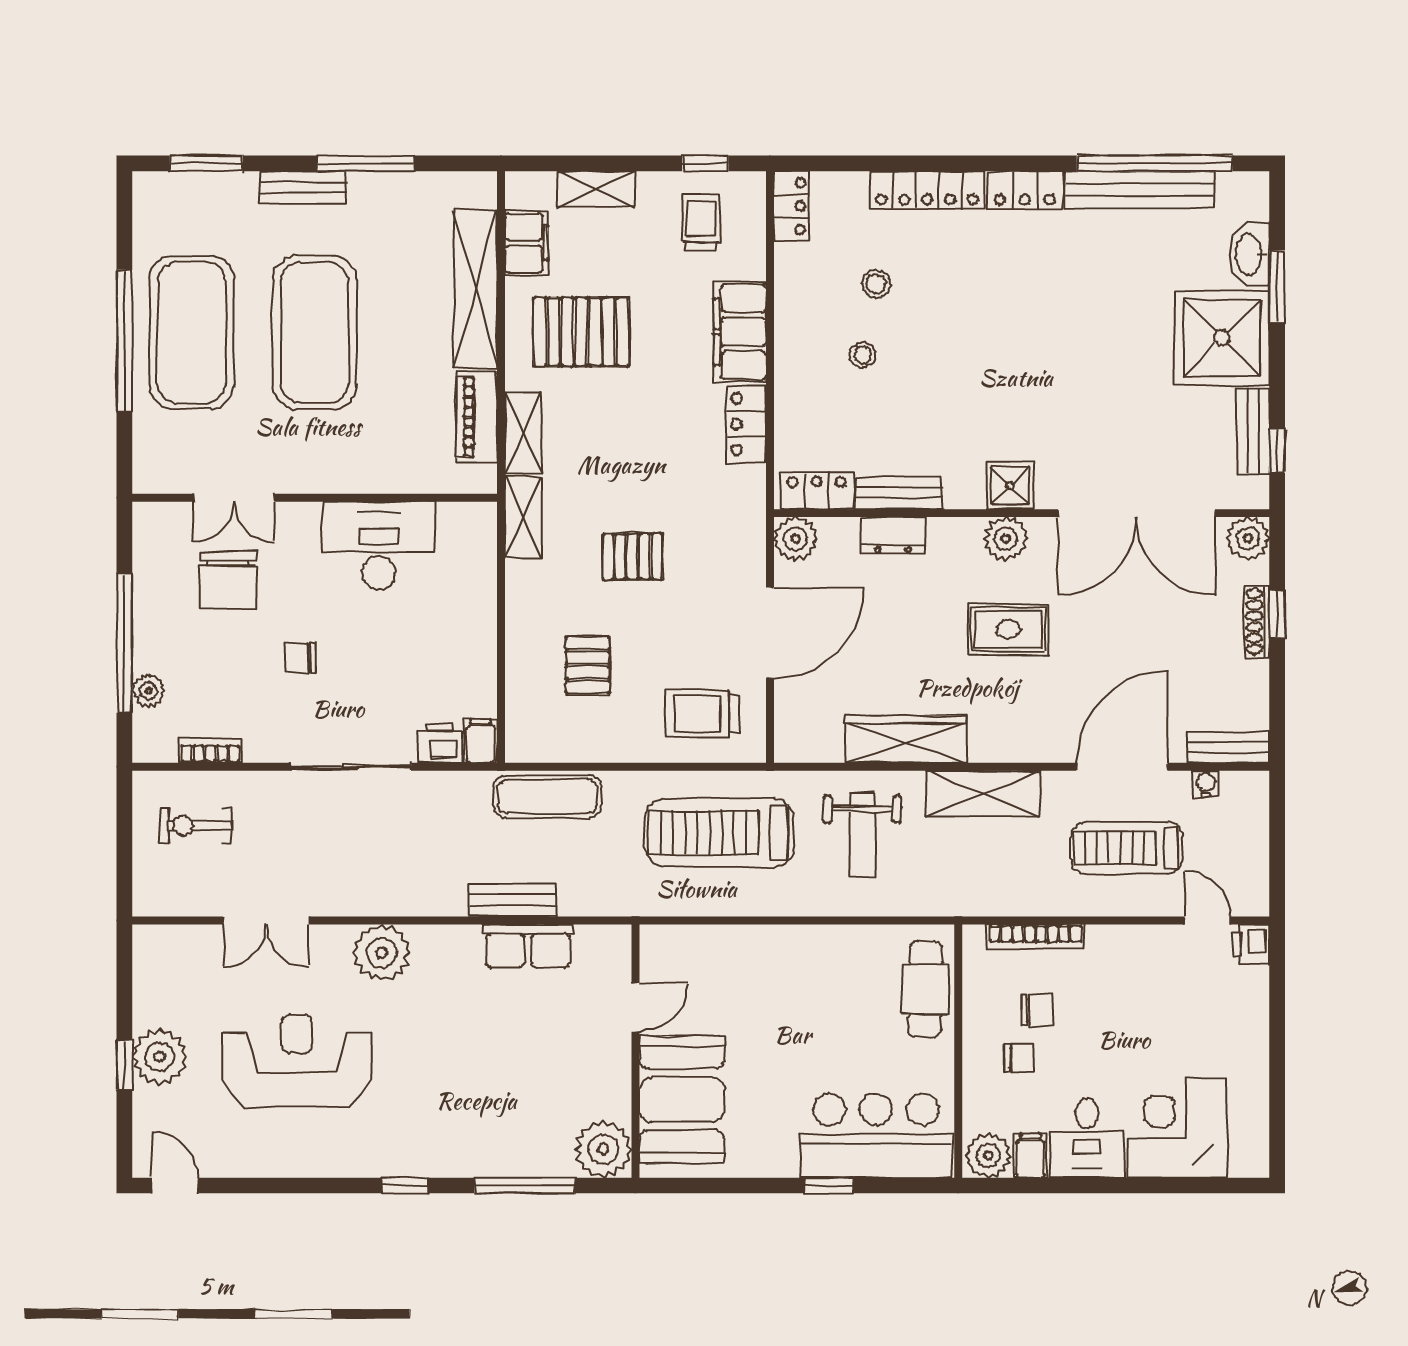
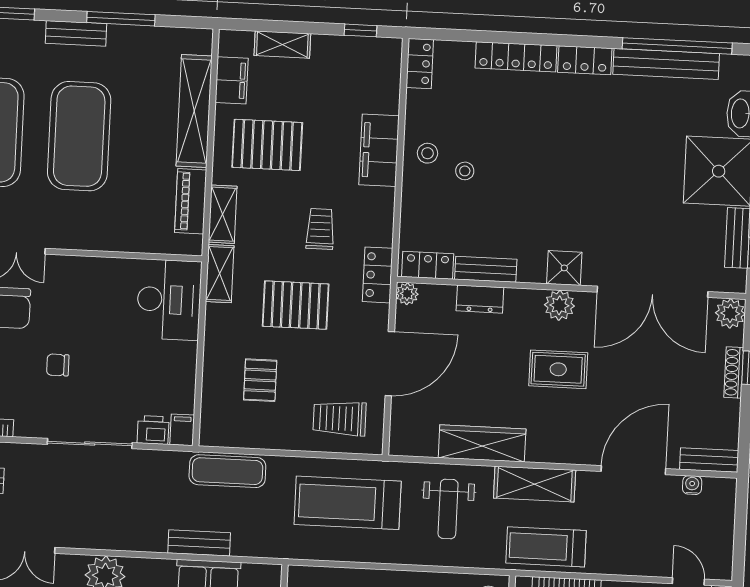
trolley: (701, 222) -> (320, 229), moved
stool: (876, 284) -> (428, 153), moved
locker: (746, 424) -> (378, 275), moved
plant: (796, 539) -> (407, 294), width x0.73, depth x0.73
desk: (379, 546) -> (169, 300), moved, turned 90
pallet: (633, 557) -> (296, 305), width x1.50, depth x1.42
treadmill: (1126, 848) -> (546, 547), moved

